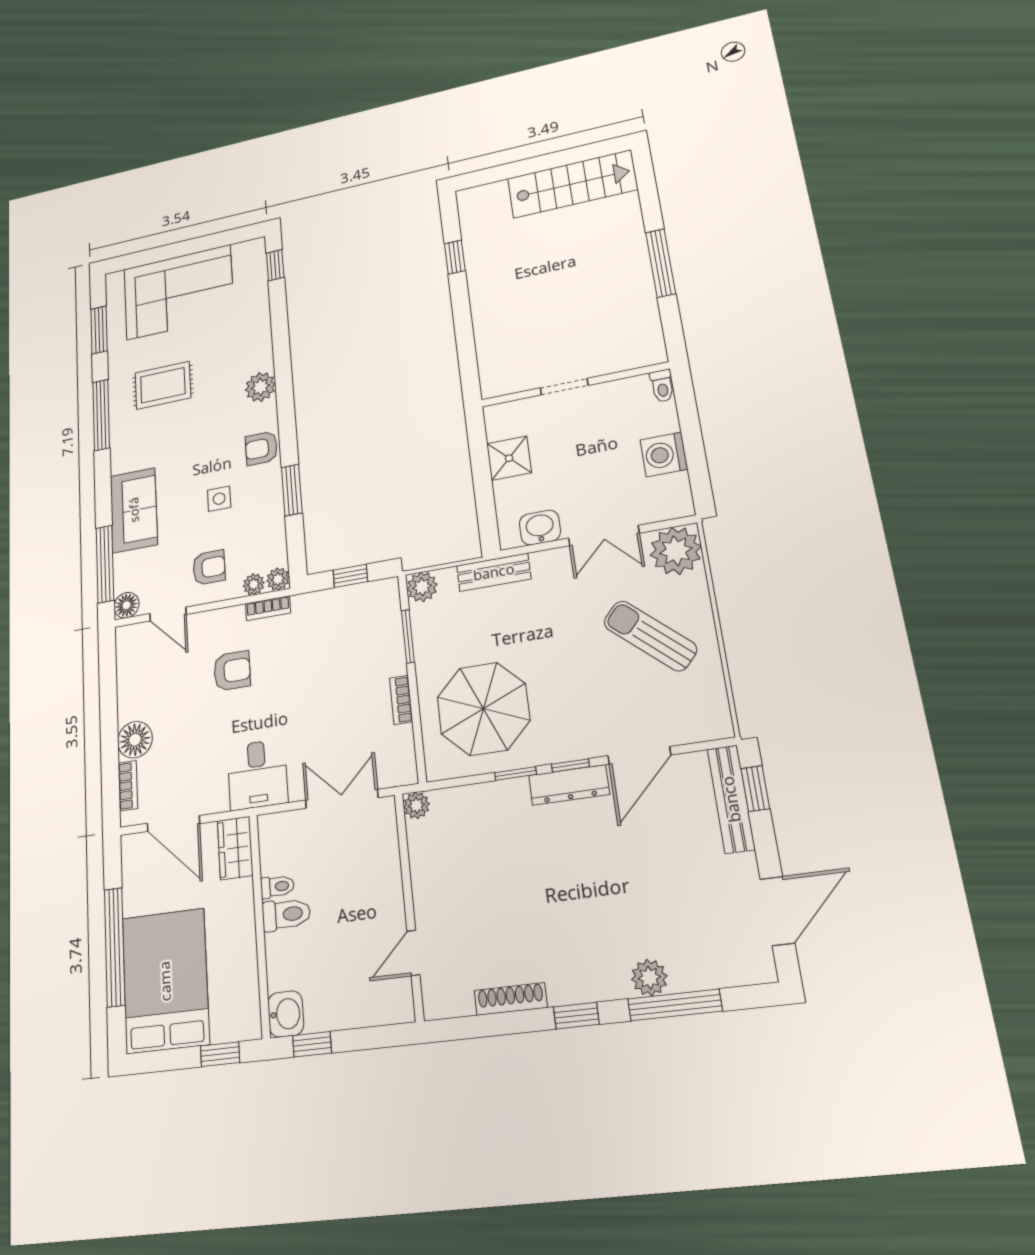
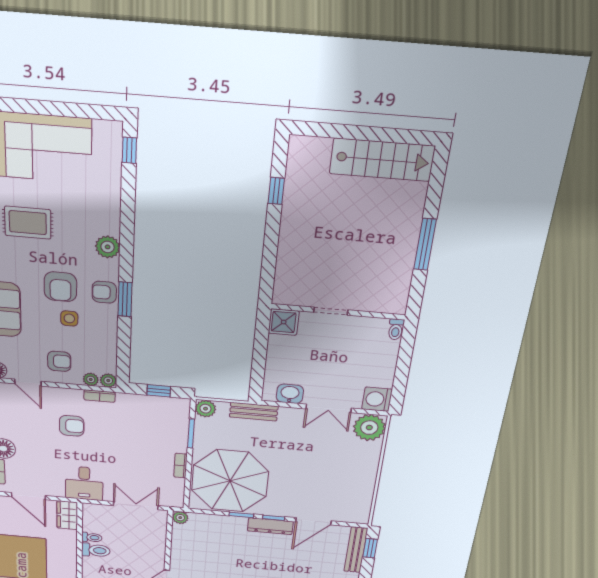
washing machine: (664, 454) -> (377, 399), moved
armchair: (206, 457) -> (60, 287), added
shower: (509, 458) -> (284, 322), moved
window: (292, 490) -> (125, 299), moved
sun lounger: (650, 636) -> (339, 467), removed
parasol: (483, 709) -> (230, 481), width x1.36, depth x1.36

